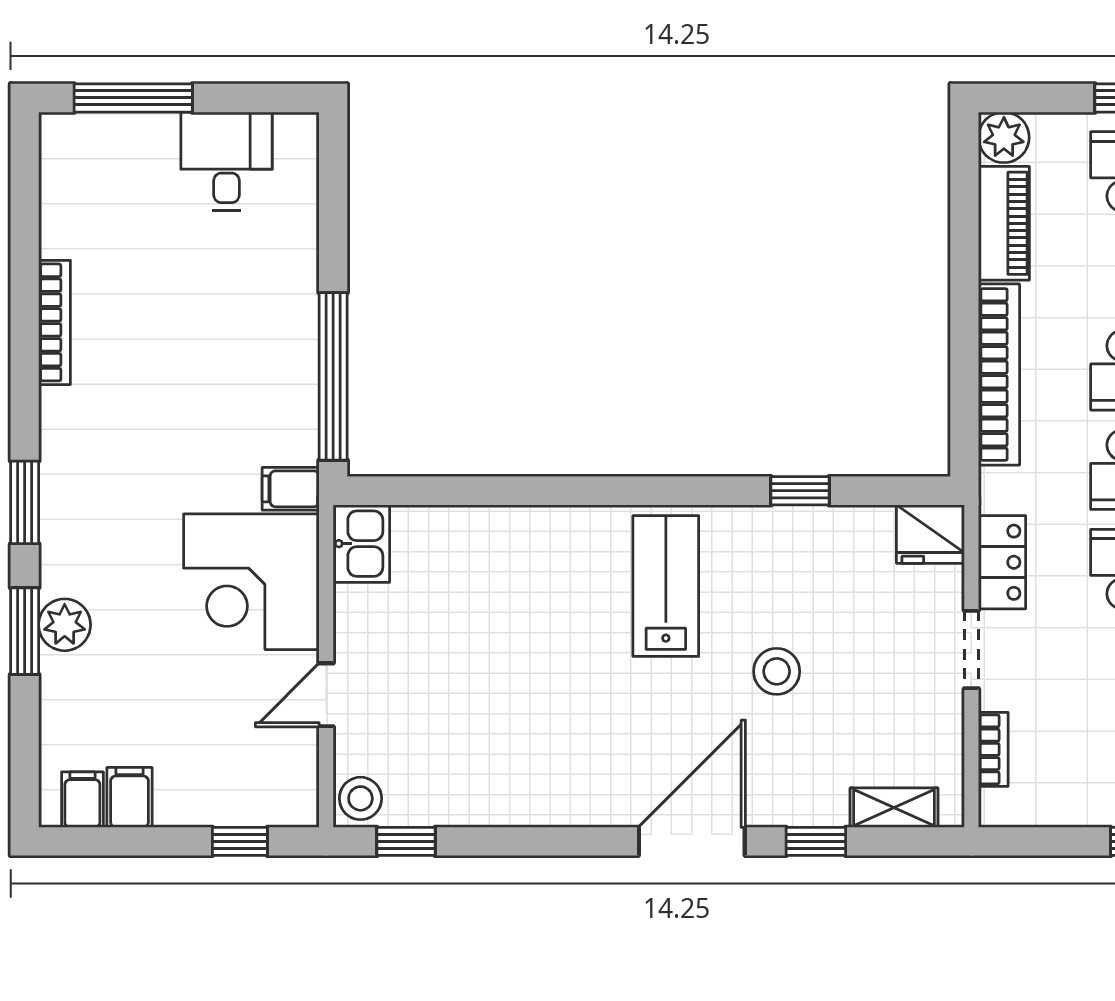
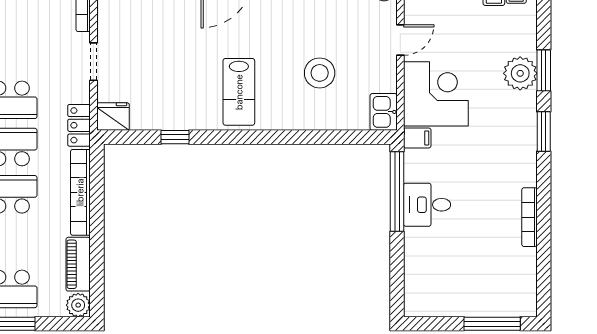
desk: (226, 161) -> (427, 205), moved, turned 90
locker: (1002, 562) -> (79, 125), moved
plant: (65, 625) -> (520, 73), width x1.36, depth x1.36
stool: (777, 671) -> (320, 73), moved, width x1.38, depth x1.38

